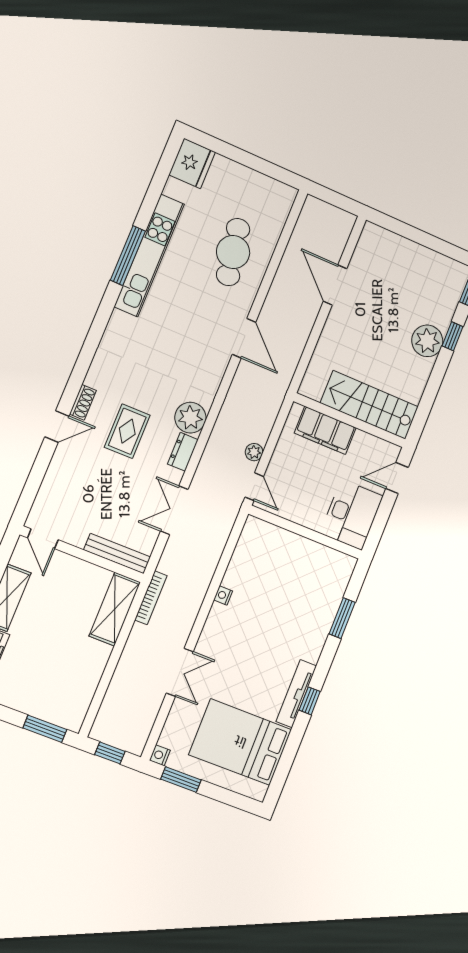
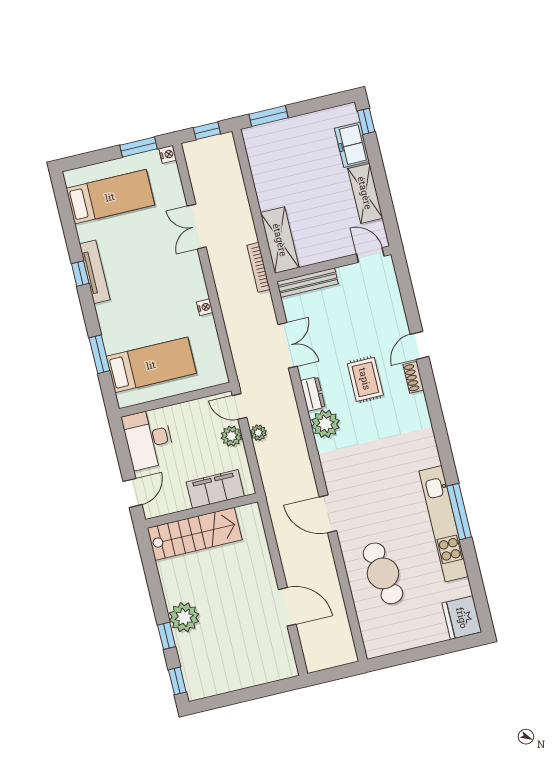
plant: (279, 466) -> (231, 436), added
bed: (304, 577) -> (151, 365), added
bed: (240, 742) -> (110, 197), width x0.67

